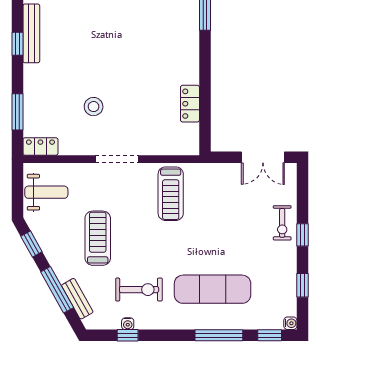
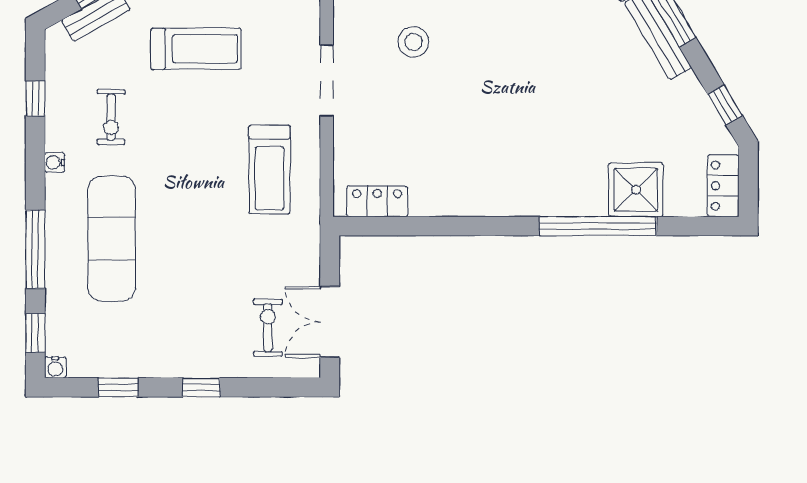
locker: (190, 104) -> (377, 201), moved
treadmill: (171, 194) -> (269, 169), turned -90
exercise bike: (282, 223) -> (268, 328), moved, turned 90
exercise bike: (139, 290) -> (111, 117), width x0.73, depth x0.72
water cooler: (128, 324) -> (54, 162), moved

